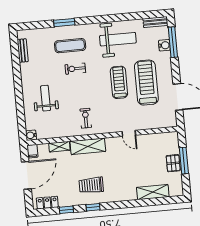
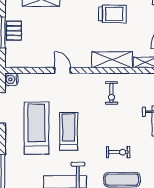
water cooler: (164, 45) -> (11, 79), moved
treadmill: (119, 82) -> (69, 131), turned 180
treadmill: (146, 83) -> (37, 128), turned 180

